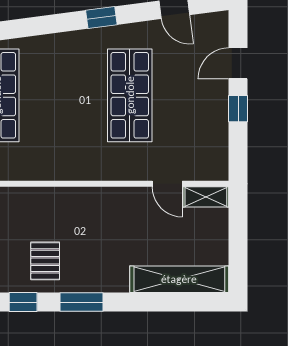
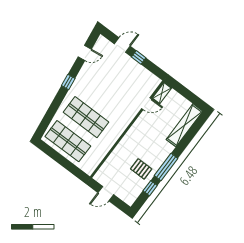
door: (238, 63) -> (122, 45), swing flipped
shop shelf: (130, 95) -> (86, 117), moved
window: (82, 302) -> (166, 167), width x1.44

